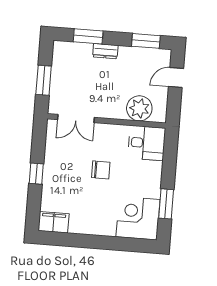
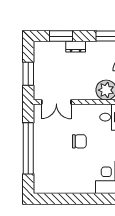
window: (36, 174) -> (28, 148), width x3.17
filing cabinet: (54, 222) -> (45, 186), removed

